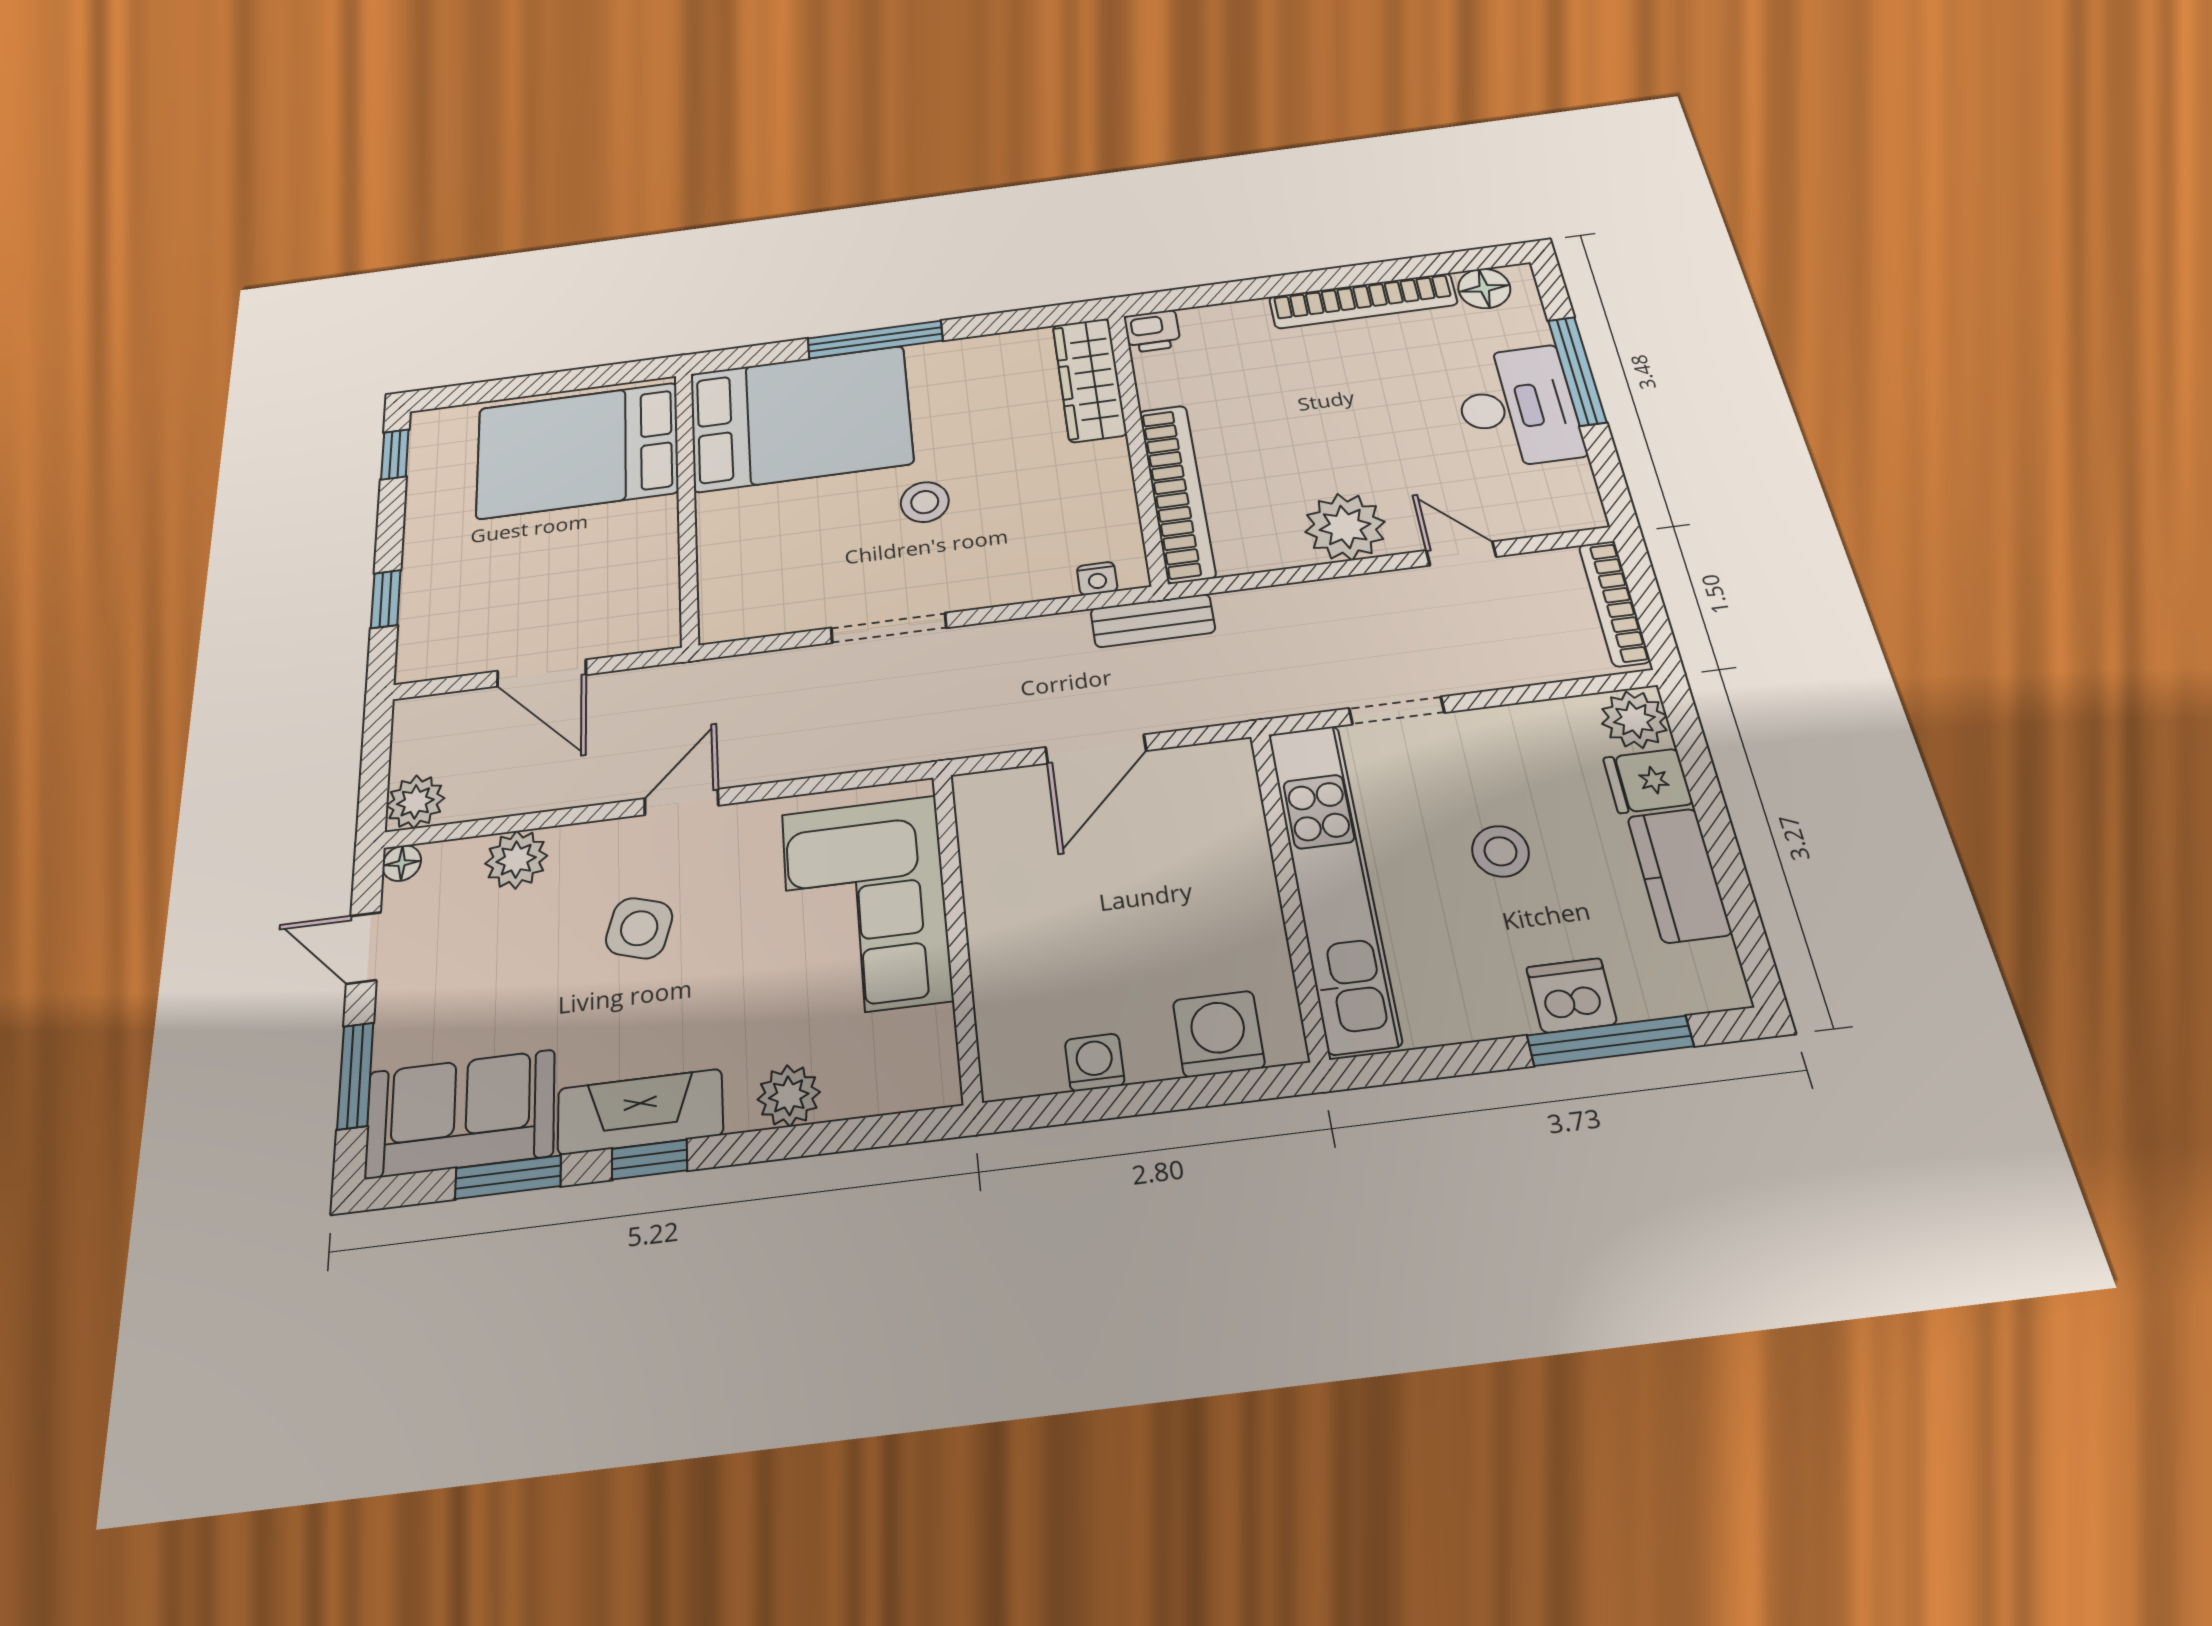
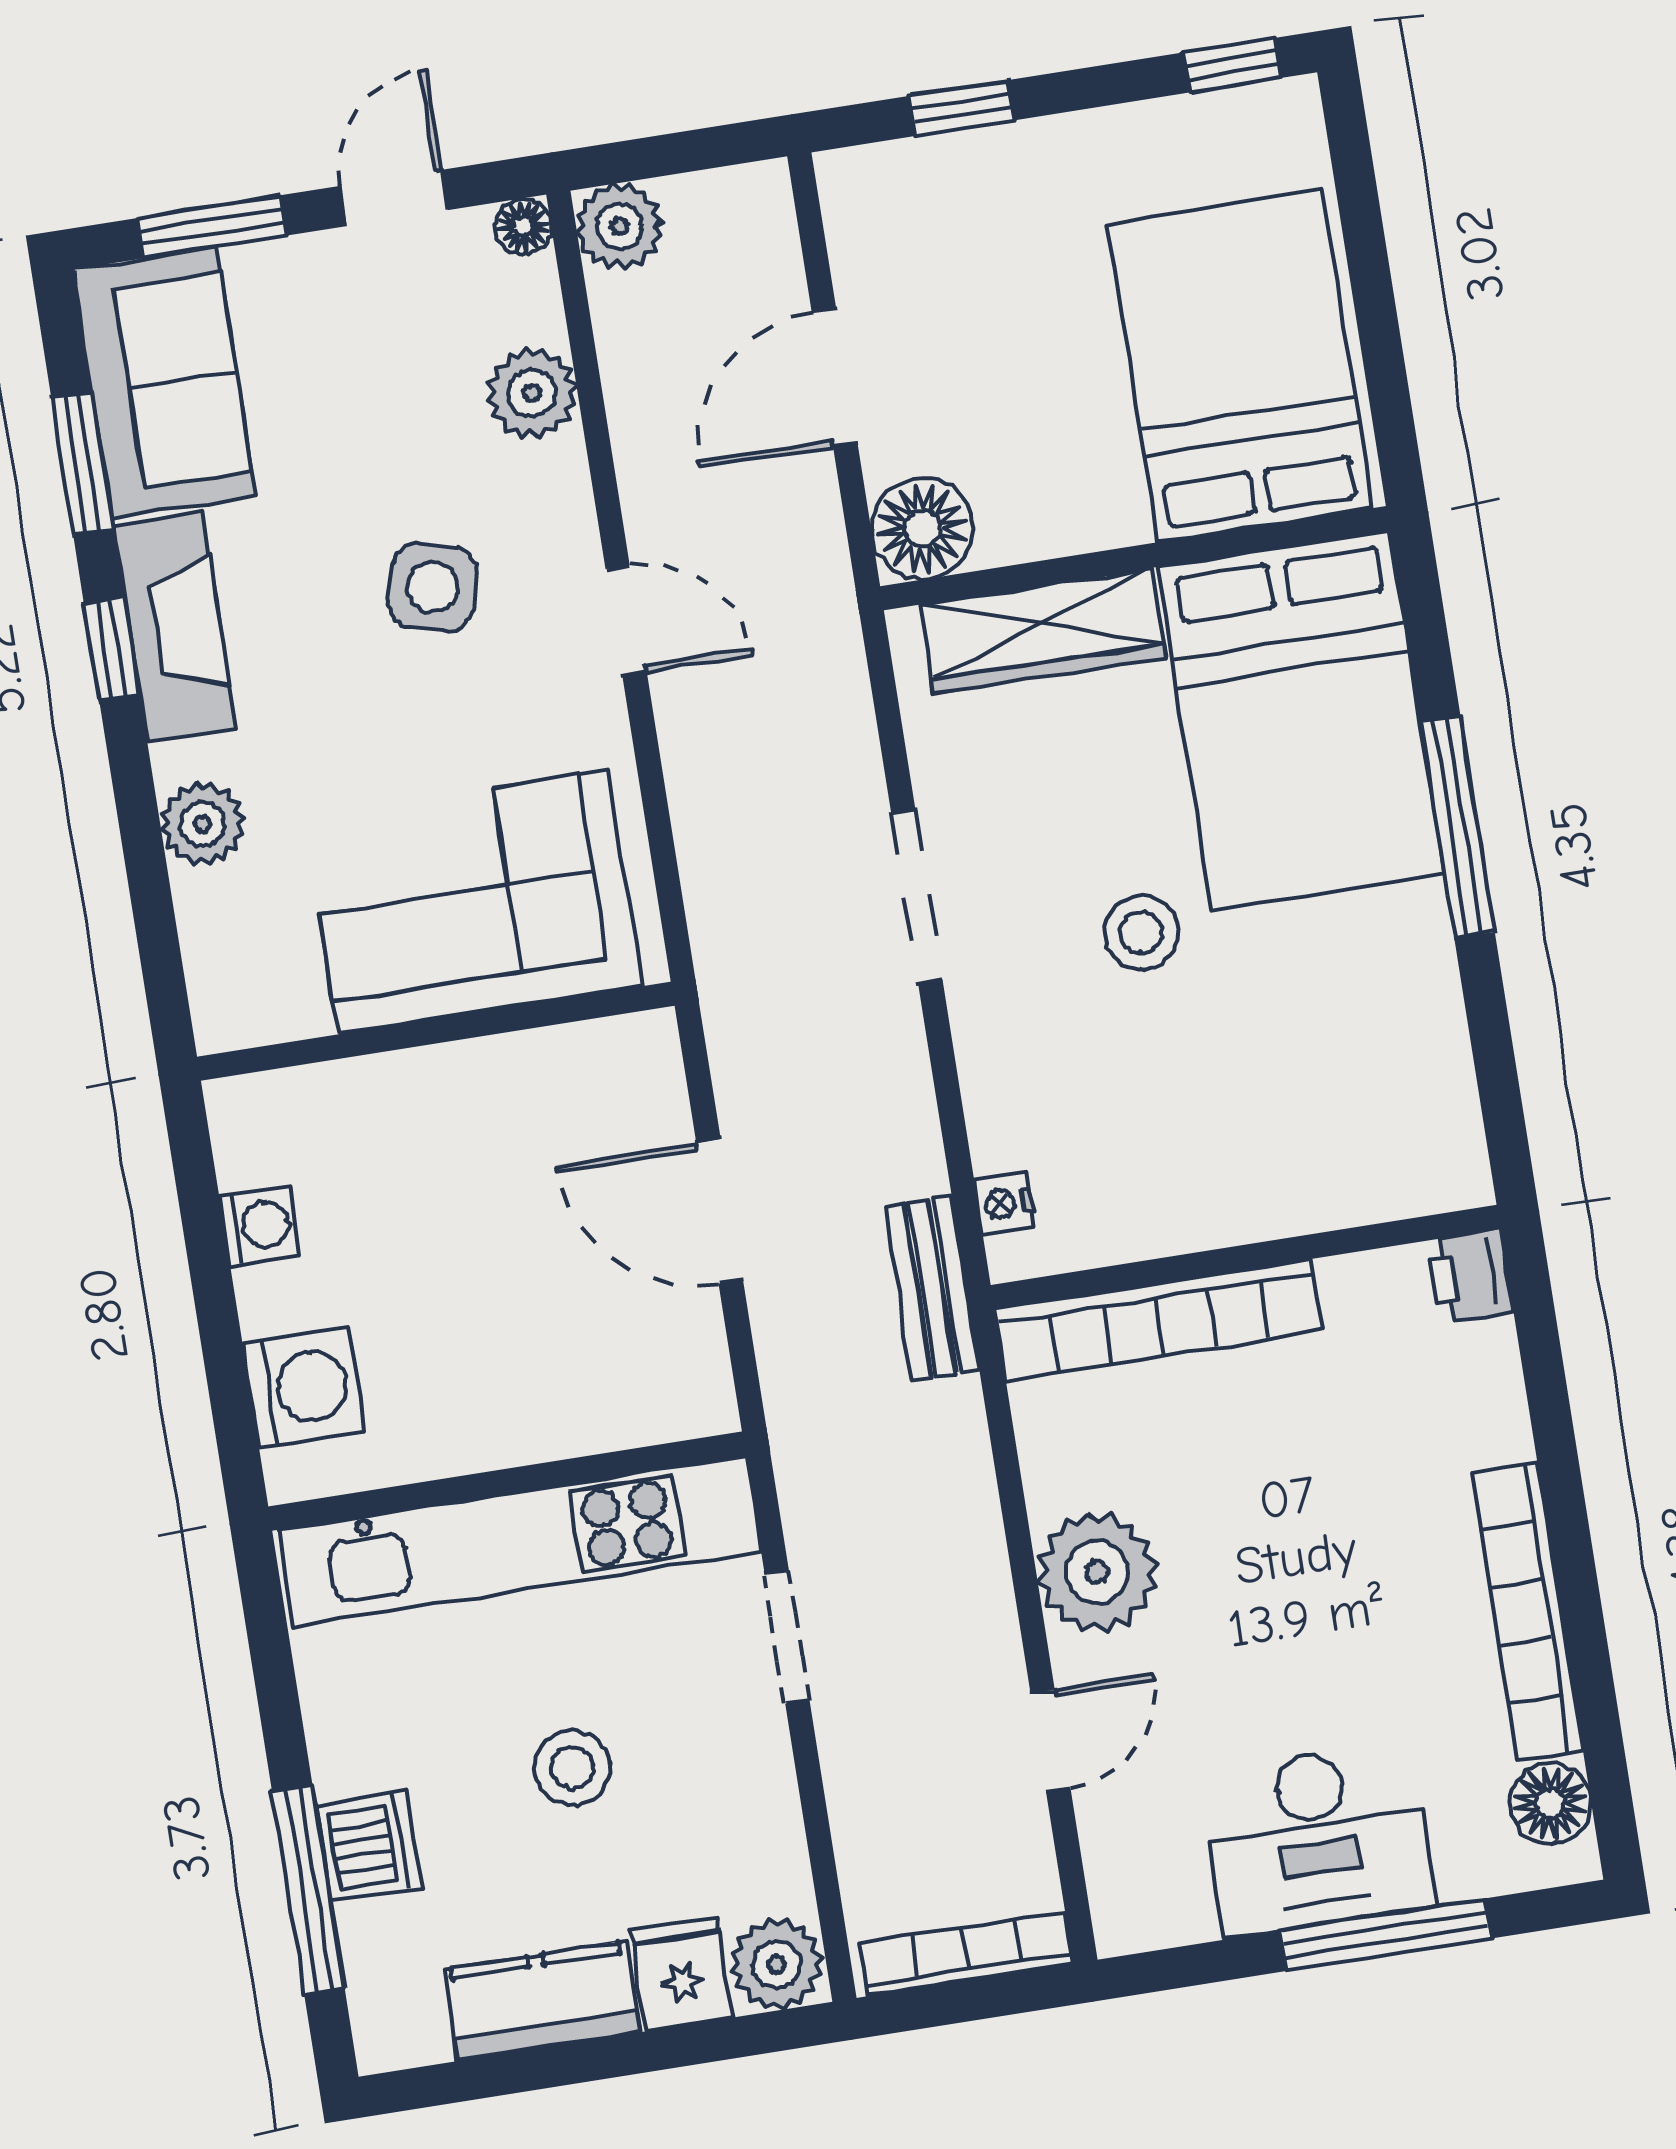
wardrobe: (1089, 380) -> (1043, 631), moved, turned 180
floor lamp: (648, 623) -> (922, 528), added

